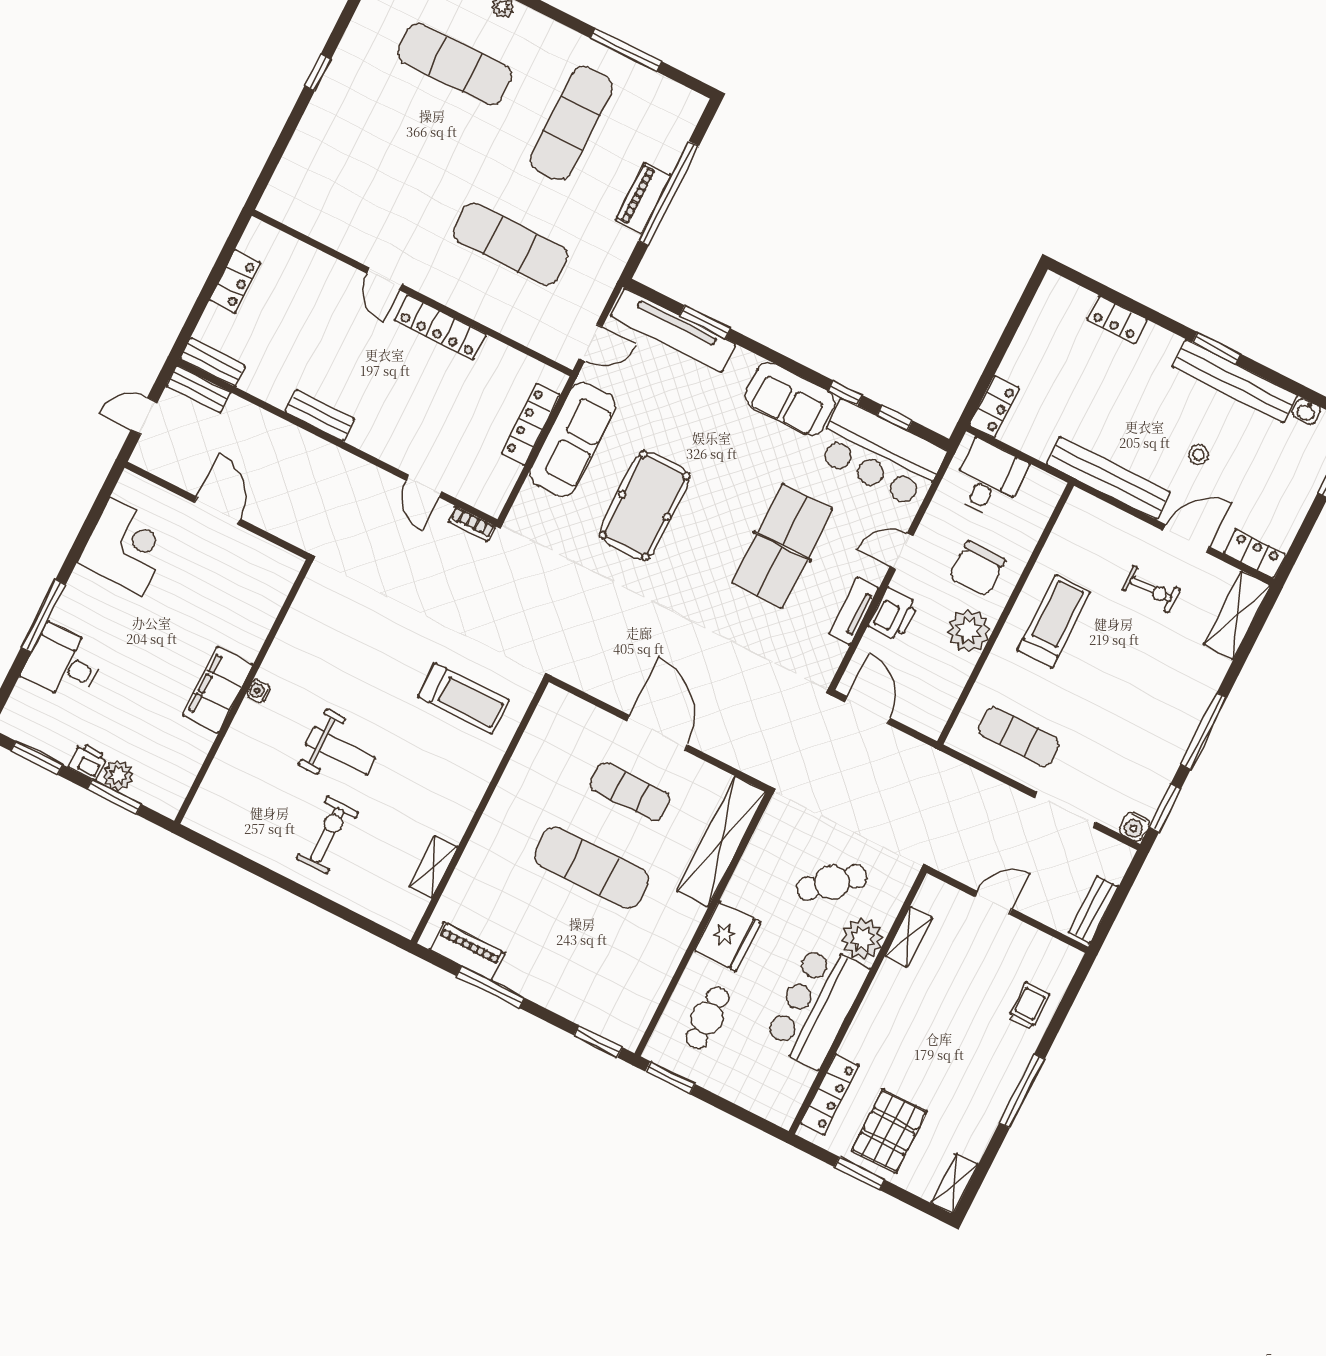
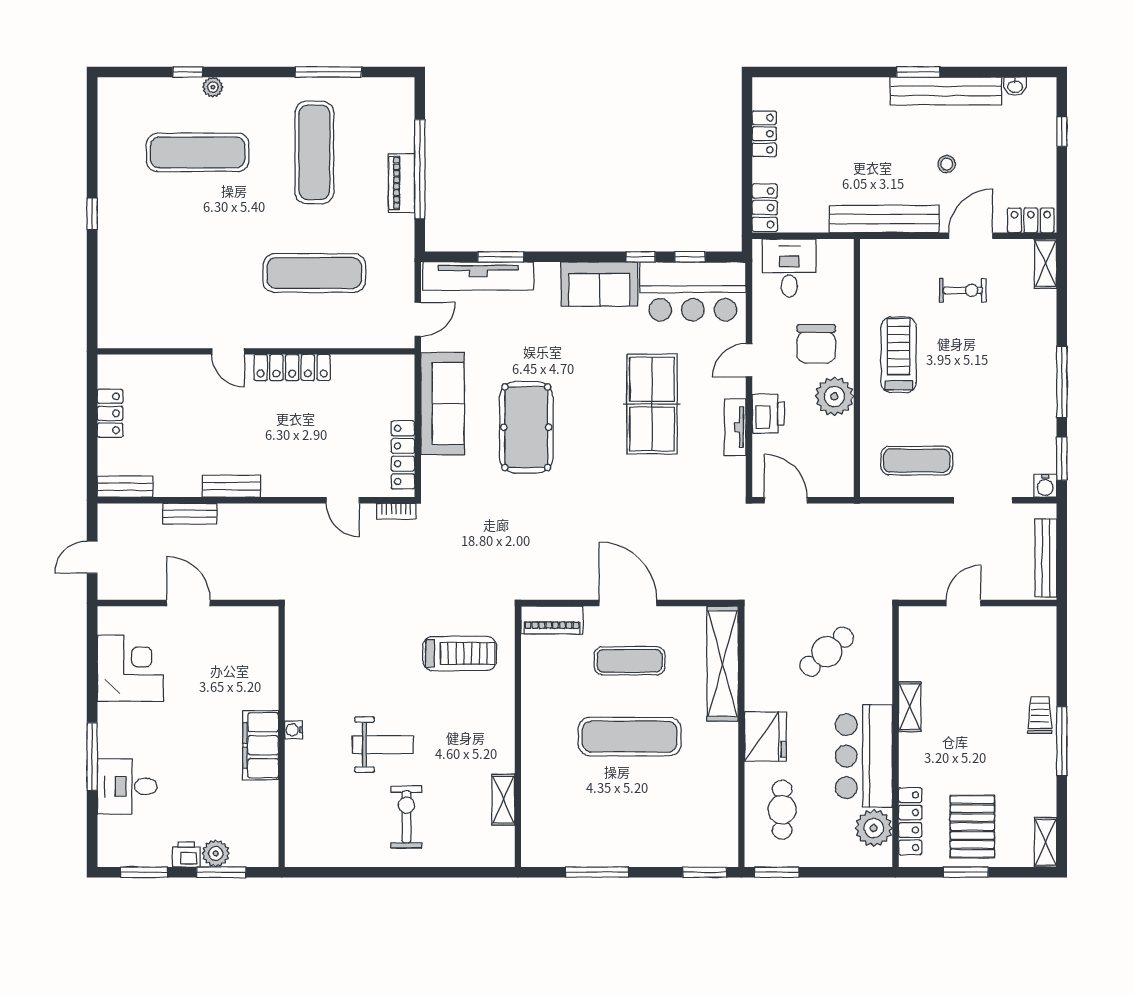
locker: (1117, 320) -> (764, 134), moved, turned -90
bench: (198, 389) -> (190, 514), moved
locker: (531, 424) -> (403, 455), moved
shelving: (1237, 615) -> (1046, 264), width x0.67, depth x0.75
bench: (1093, 910) -> (1046, 558), width x1.36
shelving: (909, 937) -> (910, 707), moved
plant: (863, 938) -> (874, 828), moved
piano: (467, 951) -> (552, 620), moved, turned 180
trolley: (1028, 1006) -> (1040, 715), moved

